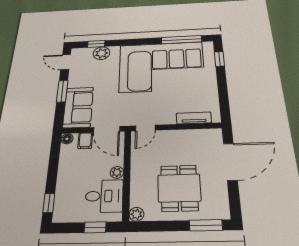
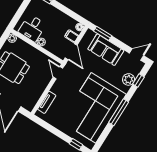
window: (181, 40) -> (119, 112), moved
window: (62, 91) -> (103, 33), moved
sofa: (78, 107) -> (106, 50), moved
door: (107, 129) -> (71, 52), swing flipped
window: (95, 227) -> (18, 14), removed

